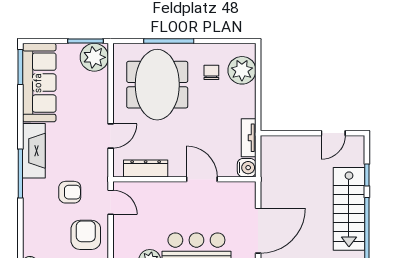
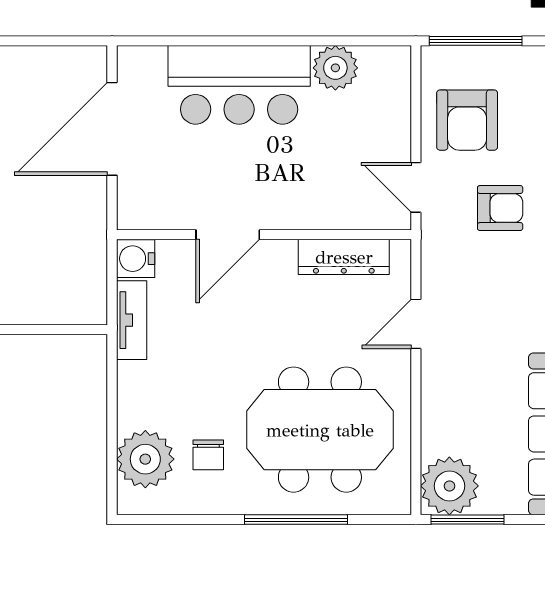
meeting table: (157, 85) -> (320, 430), turned 90
door: (202, 179) -> (228, 235), hinge flipped
armchair: (70, 192) -> (500, 208), turned 180

